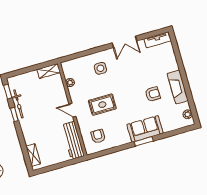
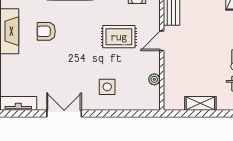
shelving: (49, 71) -> (200, 103), moved
door: (72, 110) -> (162, 41), swing flipped

